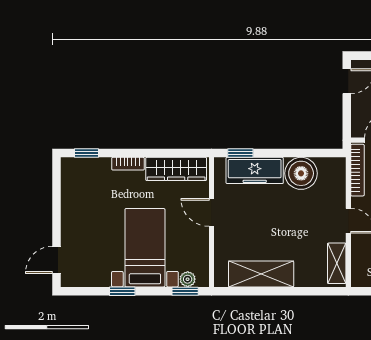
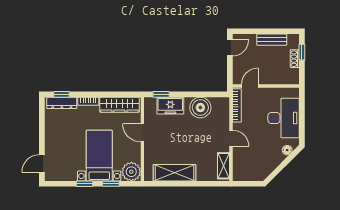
dresser: (87, 166) -> (62, 103), added
freezer: (255, 170) -> (170, 106), width x0.71
plant: (188, 279) -> (131, 172), width x1.87, depth x1.87
window: (185, 291) -> (111, 184), moved

